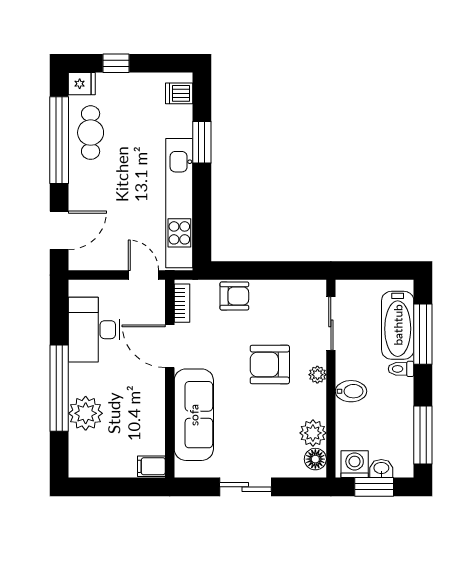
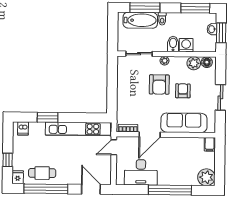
armchair: (234, 296) -> (183, 91), moved
plant: (86, 413) -> (206, 177), moved
washing machine: (355, 464) -> (186, 45), moved, turned 90

